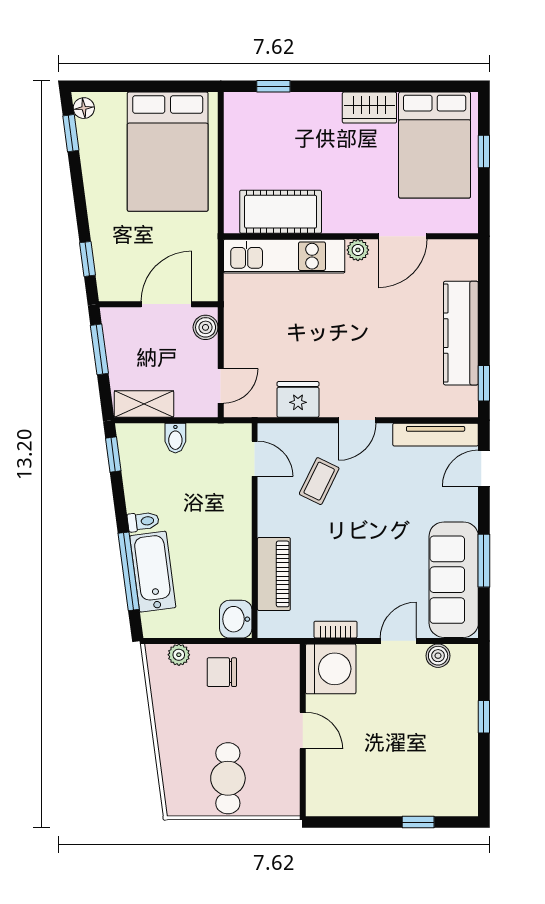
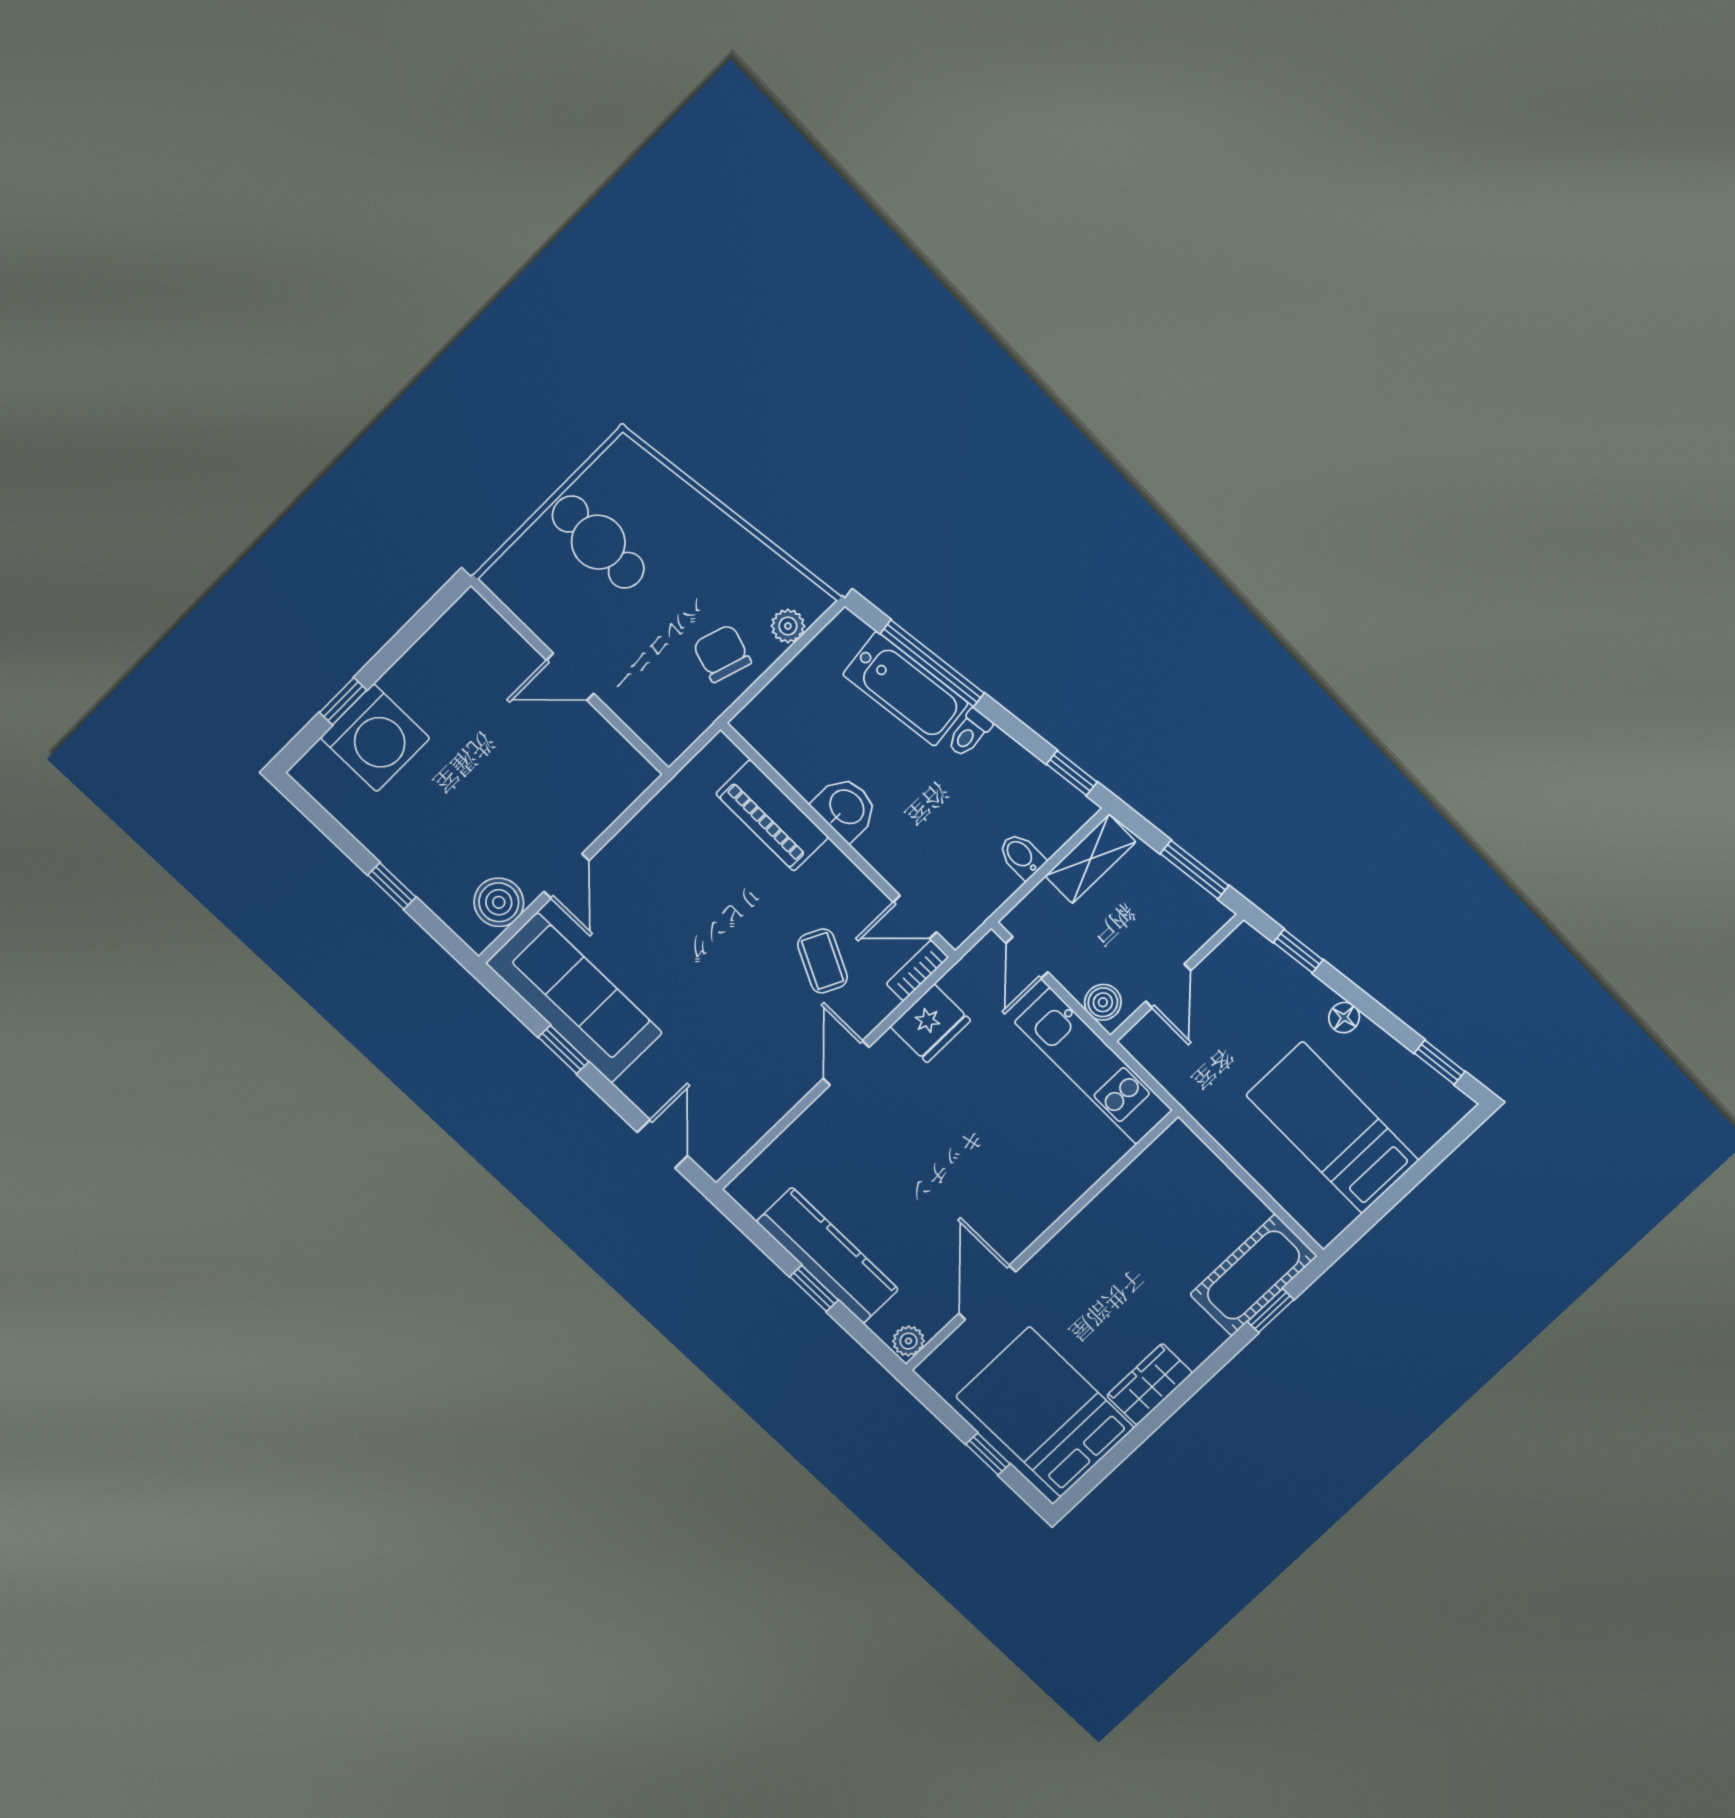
floor lamp: (84, 108) -> (1344, 1018), moved
bed: (168, 152) -> (1333, 1128), width x0.67
cot: (281, 212) -> (1253, 1275), moved
plant: (358, 250) -> (908, 1341), moved
kitchen unit: (284, 256) -> (1094, 1066), moved, turned -90
door: (166, 304) -> (1168, 986), width x0.73
window: (484, 383) -> (814, 1288), moved
tv unit: (436, 435) -> (749, 1129), removed
window: (484, 561) -> (563, 1050), width x0.67
washbasin: (236, 619) -> (846, 808), moved
bookcase: (336, 630) -> (917, 971), moved, turned 180
boiler: (438, 656) -> (499, 902), width x1.36, depth x1.36
washing machine: (331, 669) -> (375, 738), moved, turned -90
chair: (222, 672) -> (722, 653), turned -73

